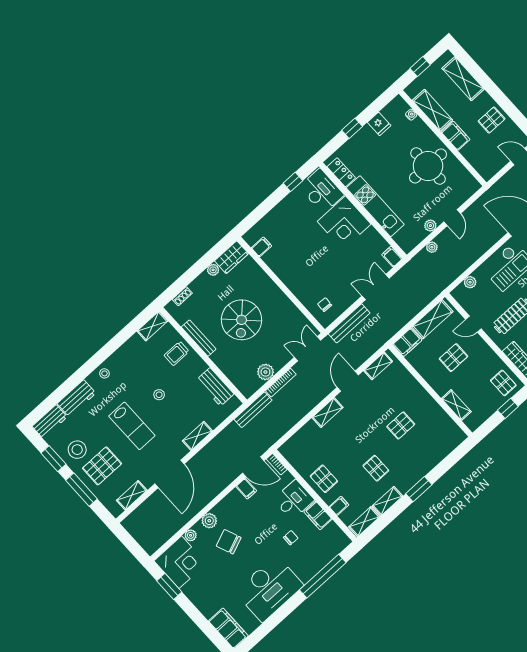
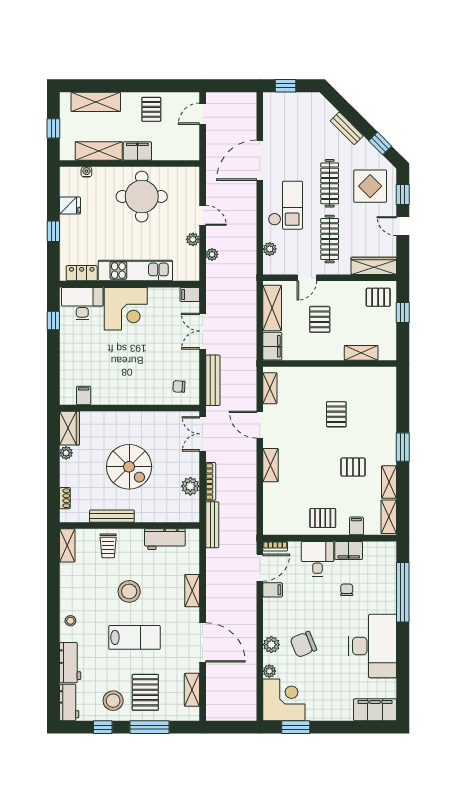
stool: (159, 395) -> (129, 591), width x1.89, depth x1.89
window: (53, 459) -> (103, 727), width x0.67

